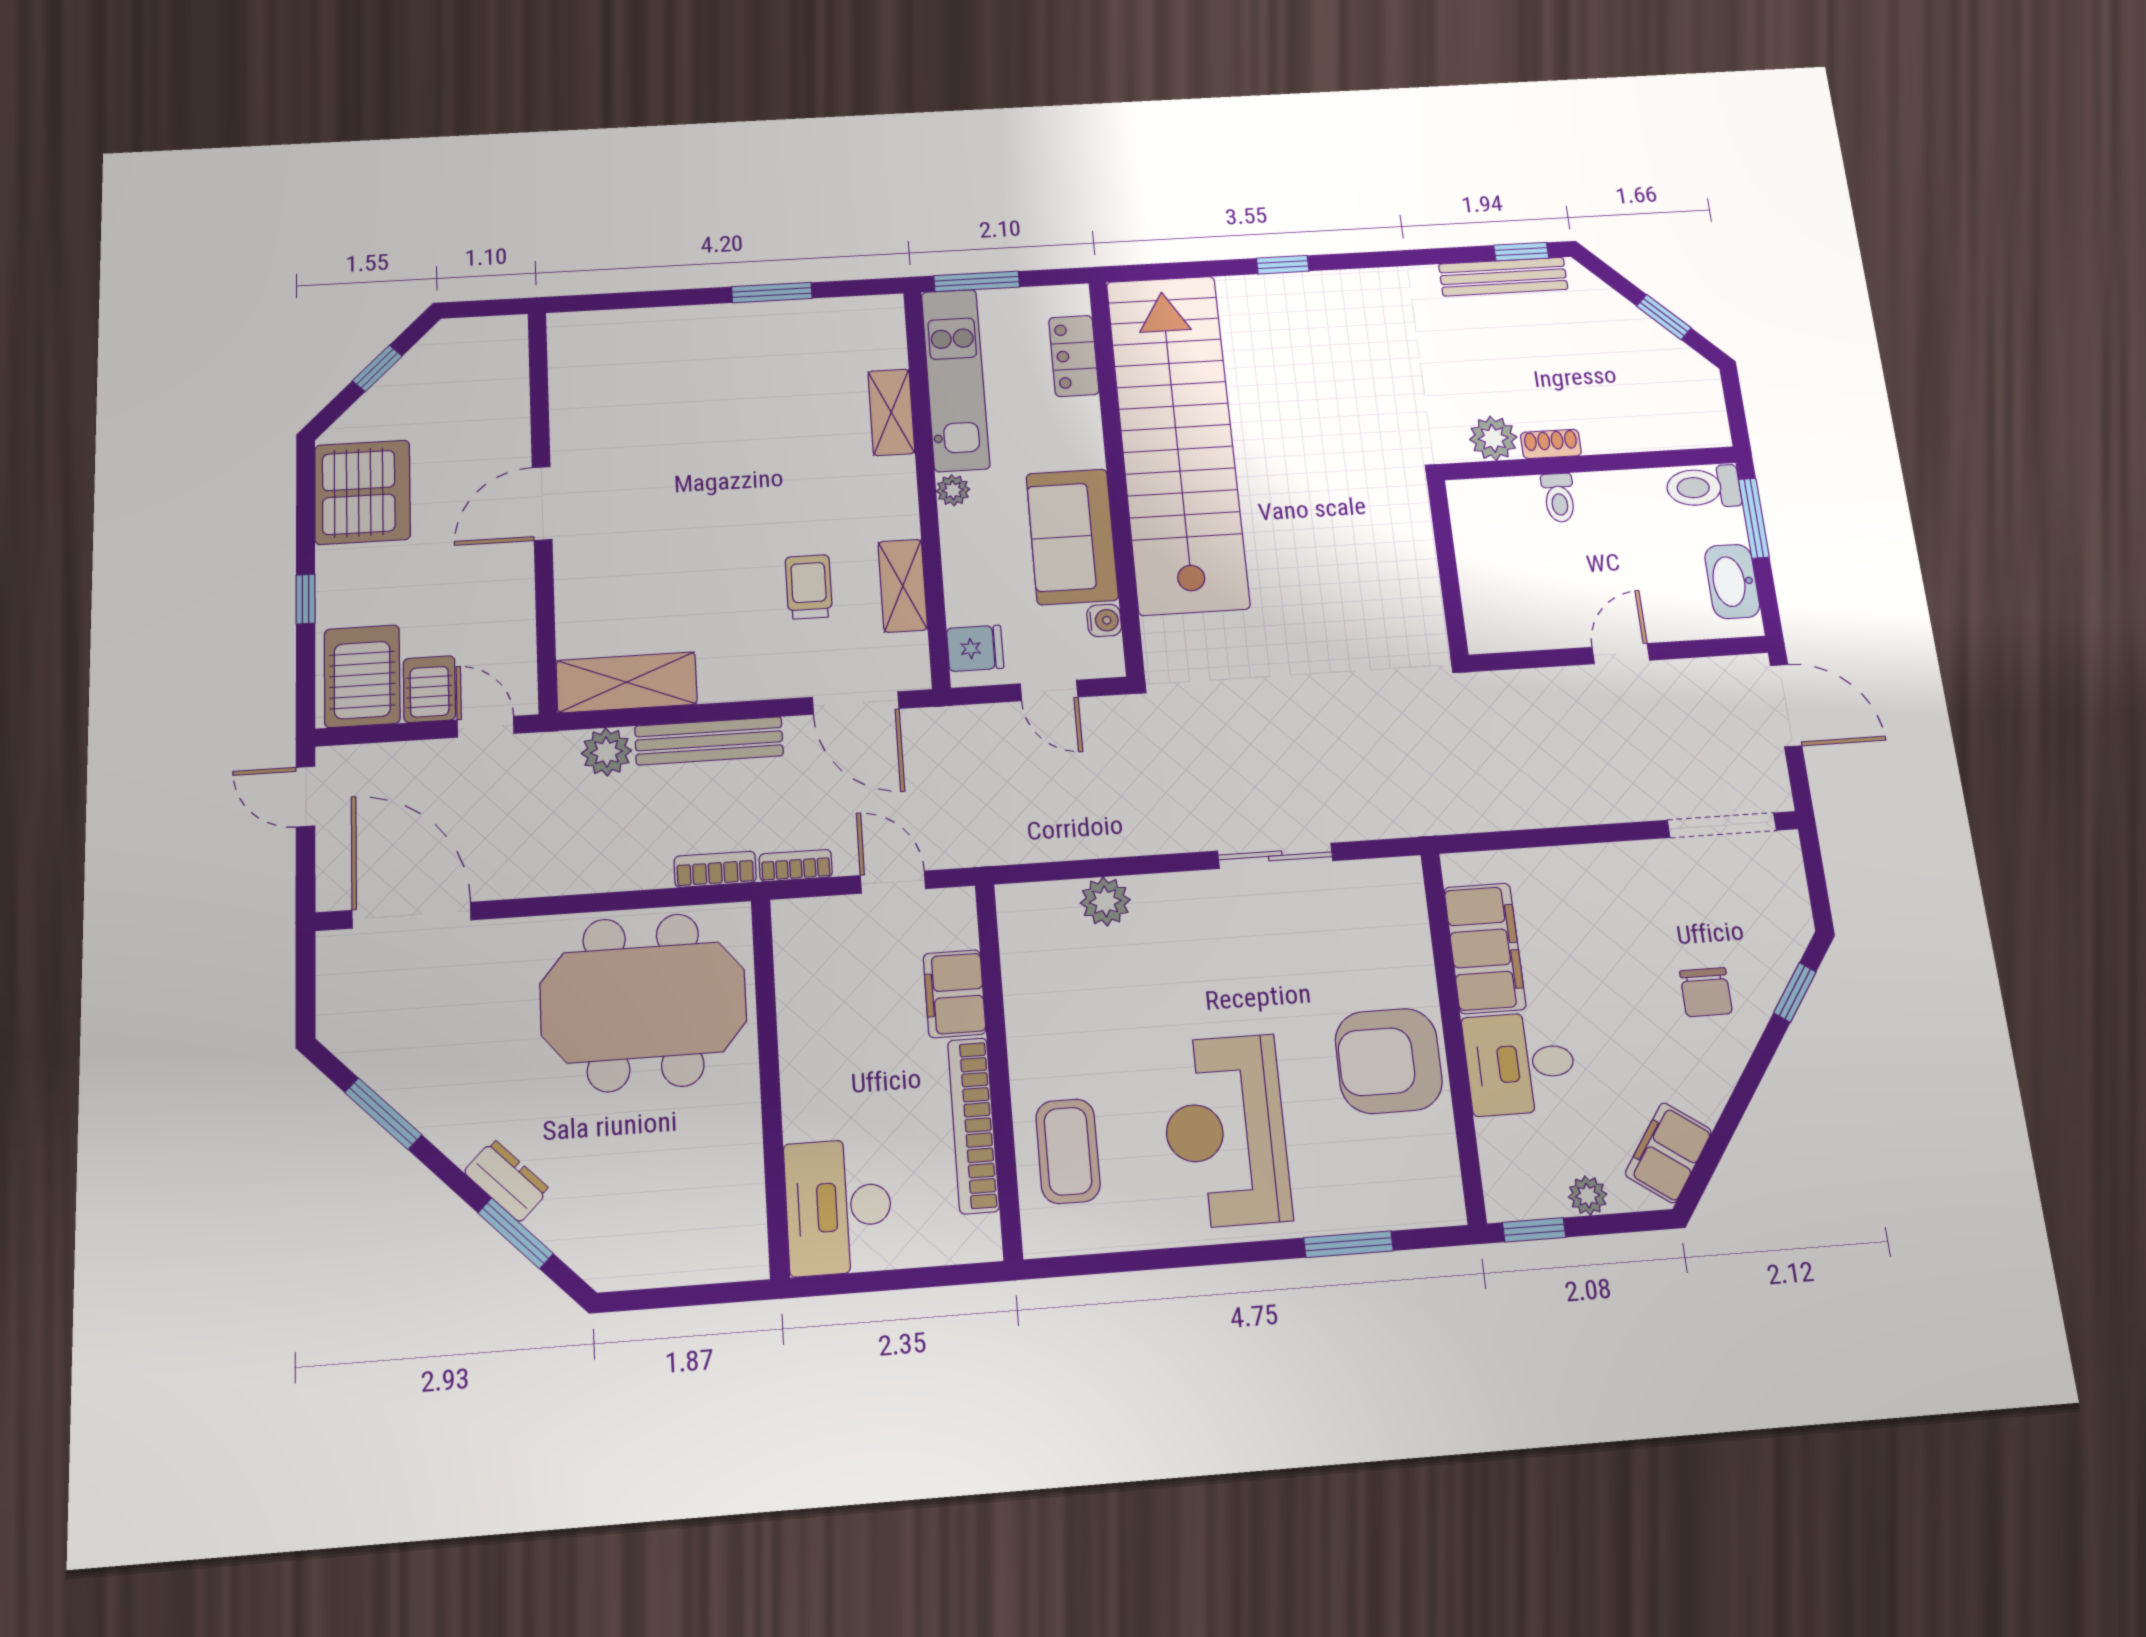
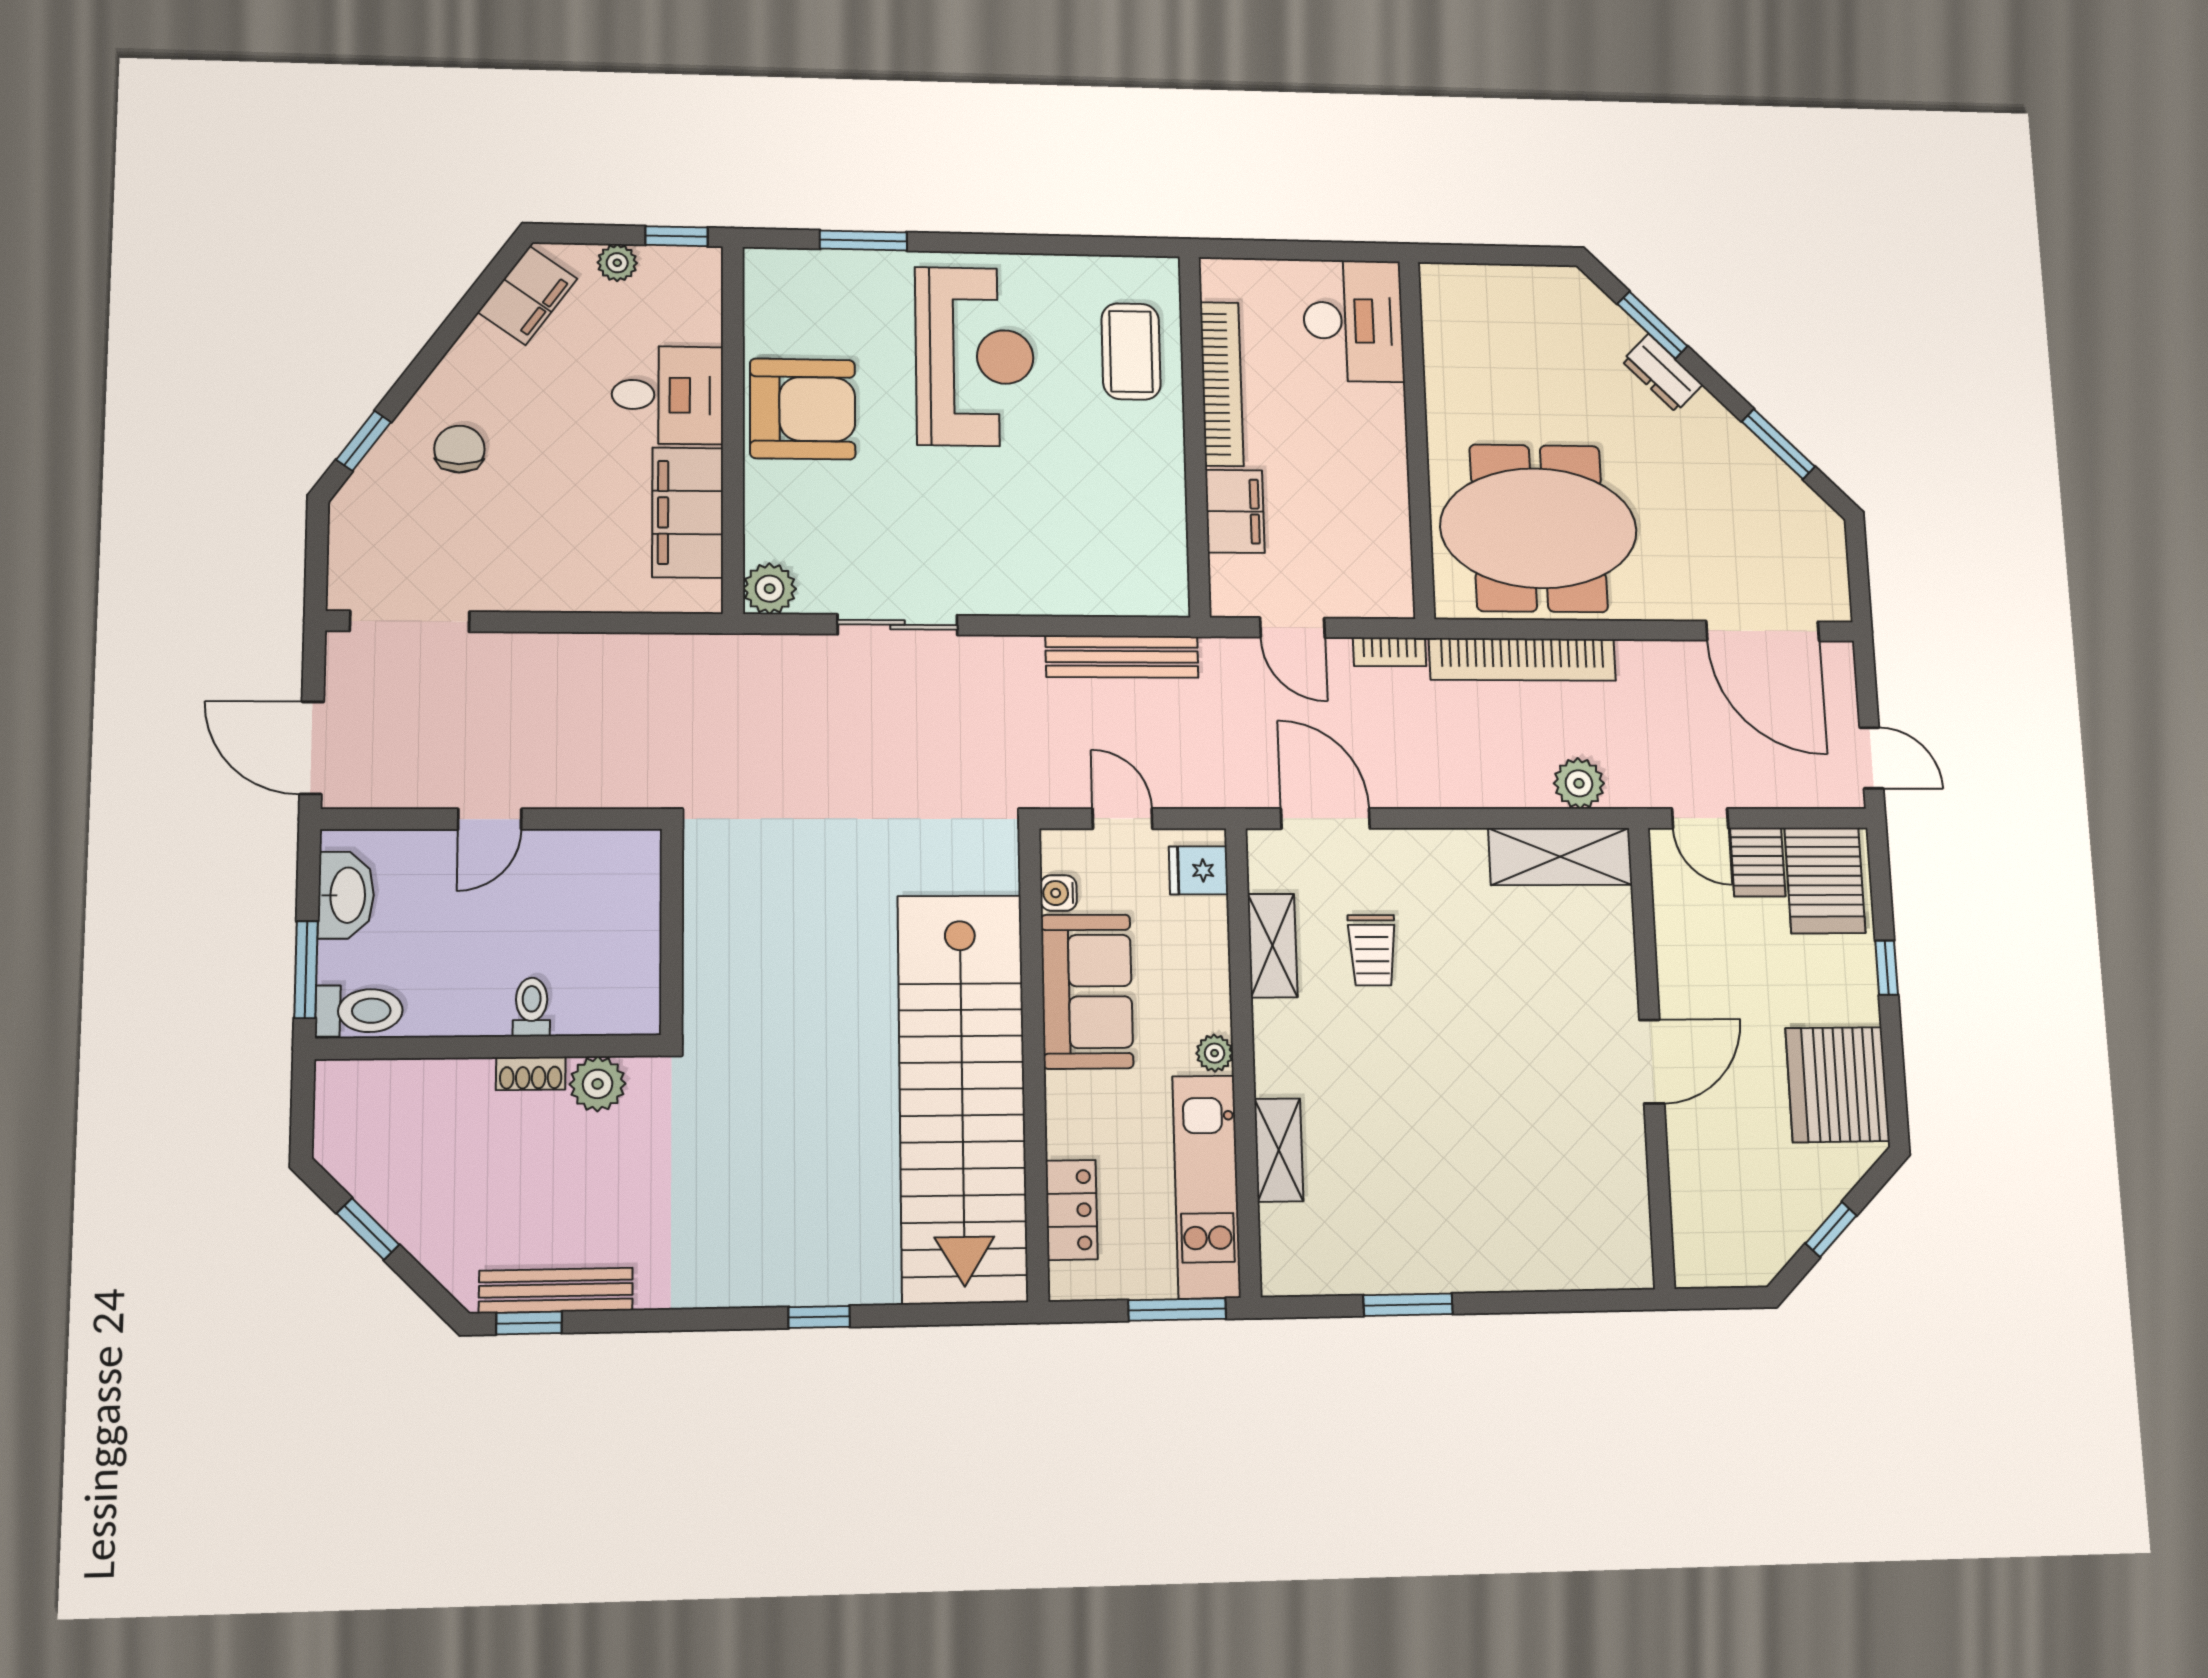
bench: (709, 741) -> (1122, 657), moved
bookcase: (715, 869) -> (1522, 659), width x2.31, depth x1.31
plant: (1105, 901) -> (770, 589), moved

